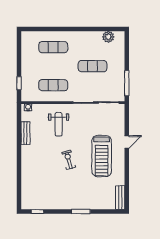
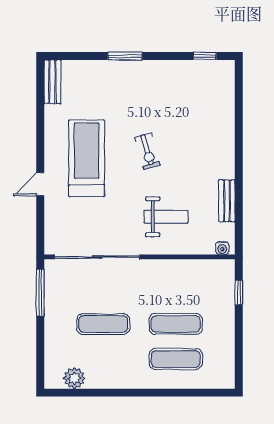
exercise mat: (53, 85) -> (176, 324), moved
weight bench: (59, 124) -> (166, 217), turned 90

